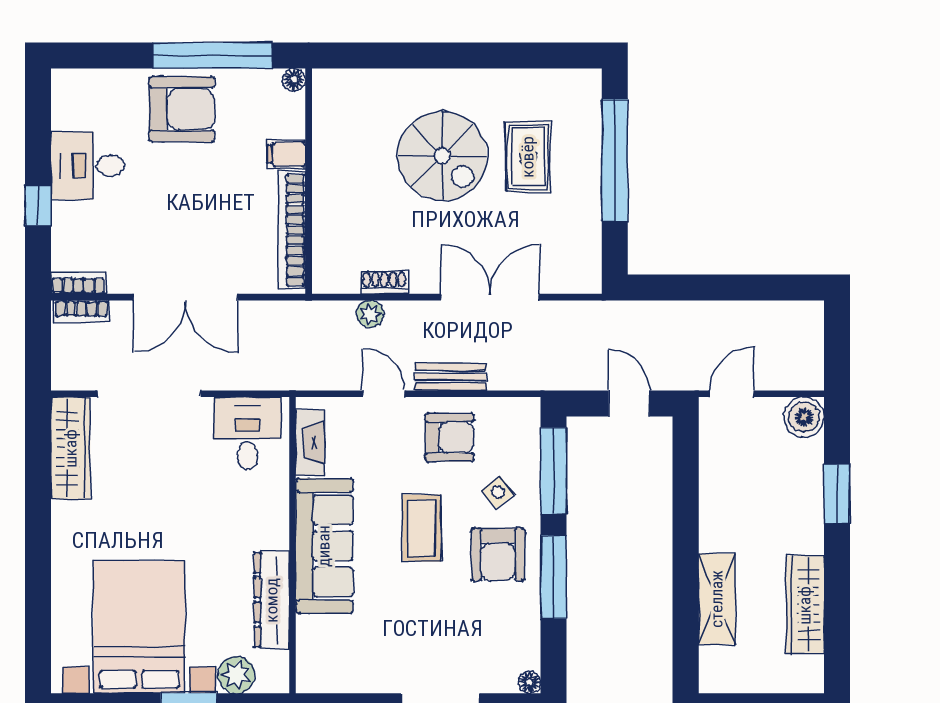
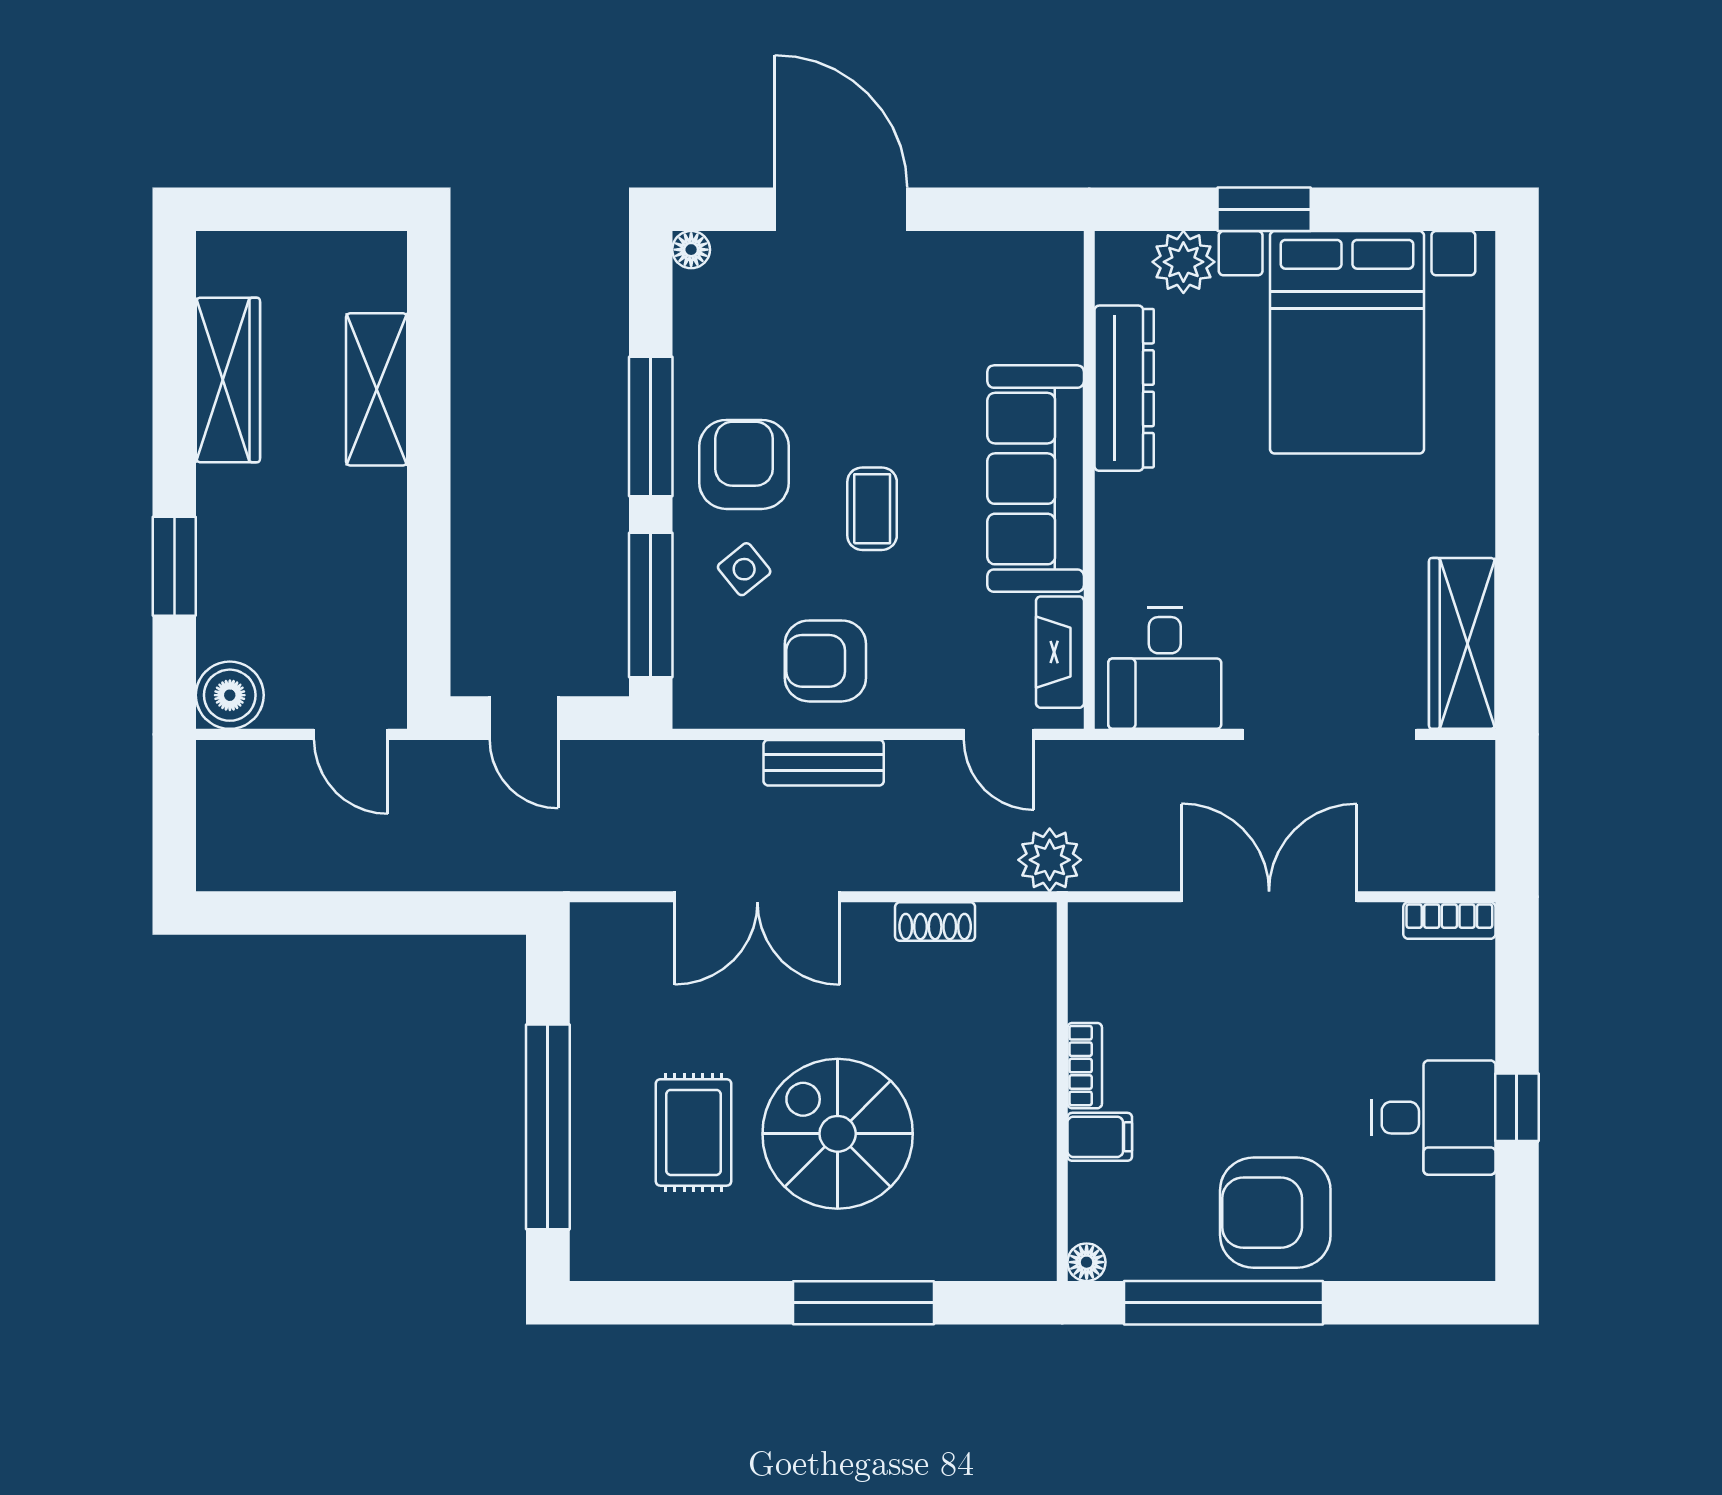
window: (427, 55) -> (863, 1303), added
window: (38, 206) -> (1517, 1107), moved
bookcase: (292, 230) -> (1085, 1066), width x0.43, depth x0.76
bookcase: (81, 311) -> (1444, 873), removed
plant: (370, 314) -> (1050, 860), moved, width x1.38, depth x1.38
door: (384, 394) -> (999, 734), moved
door: (732, 394) -> (351, 734), hinge flipped
coffee table: (422, 528) -> (872, 509), width x0.73, depth x0.77

